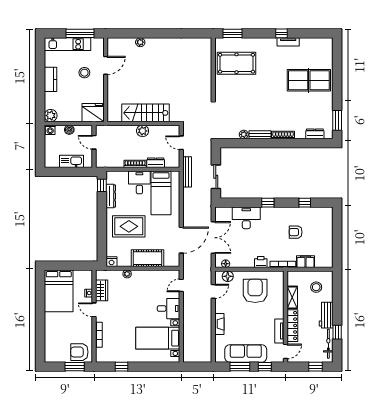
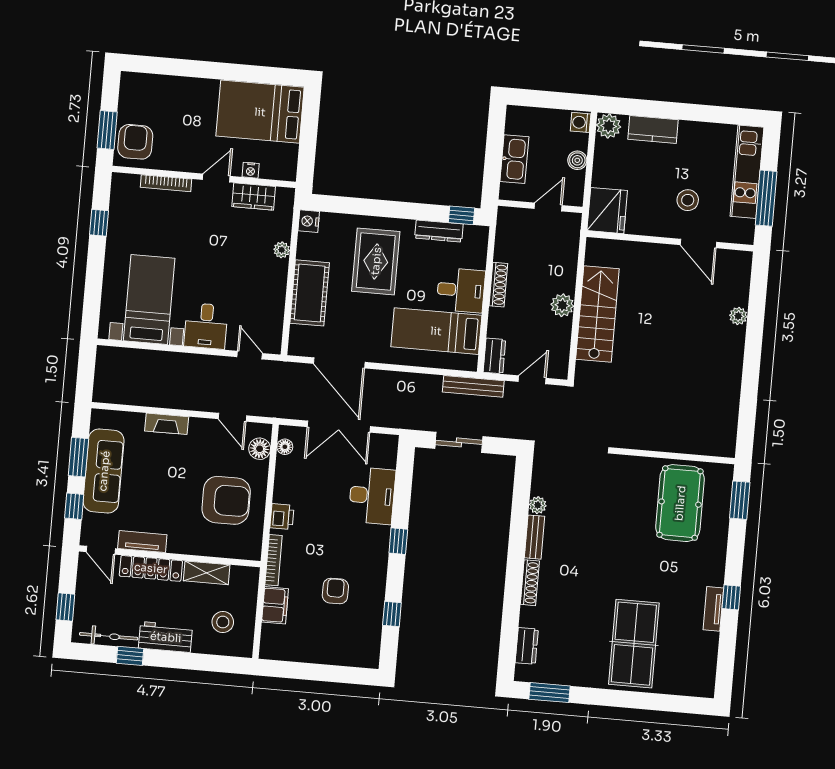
kitchen counter: (51, 79) -> (653, 129), moved
dresser: (156, 163) -> (494, 356), moved

